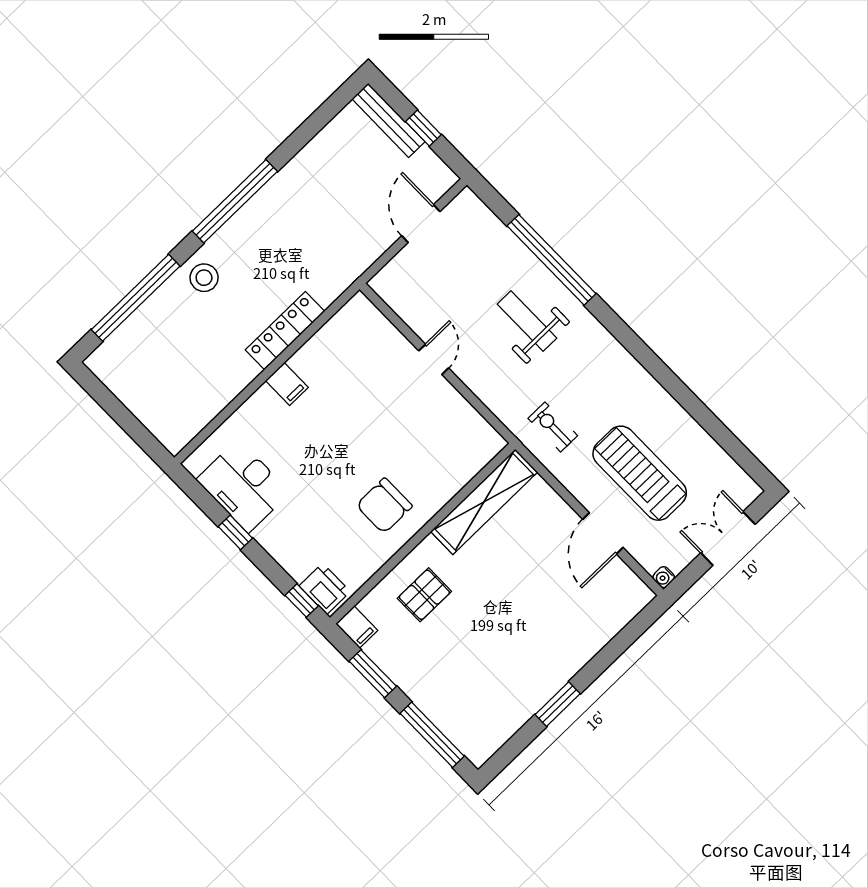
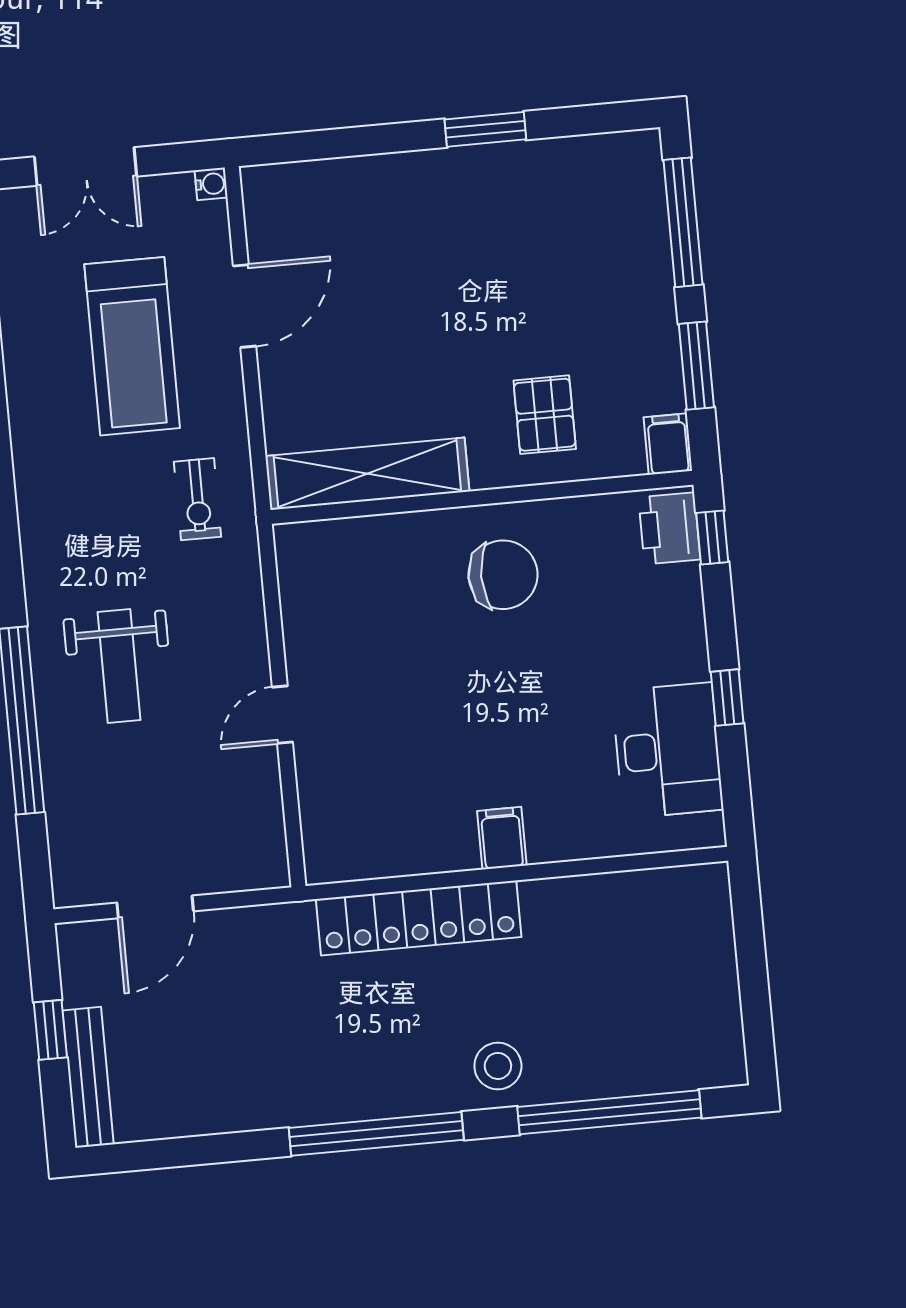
locker: (285, 331) -> (419, 918), width x1.41, depth x1.21
pallet: (424, 595) -> (545, 415), turned 90

